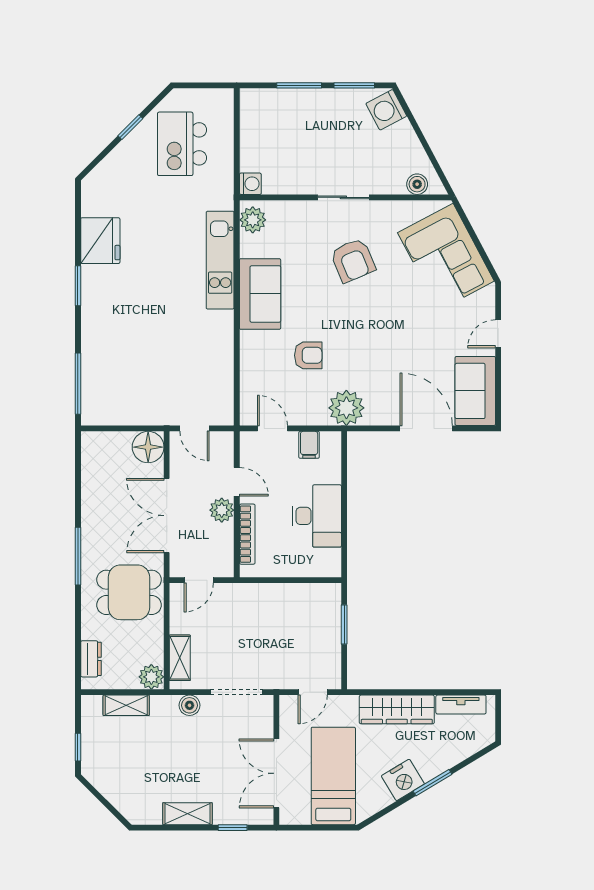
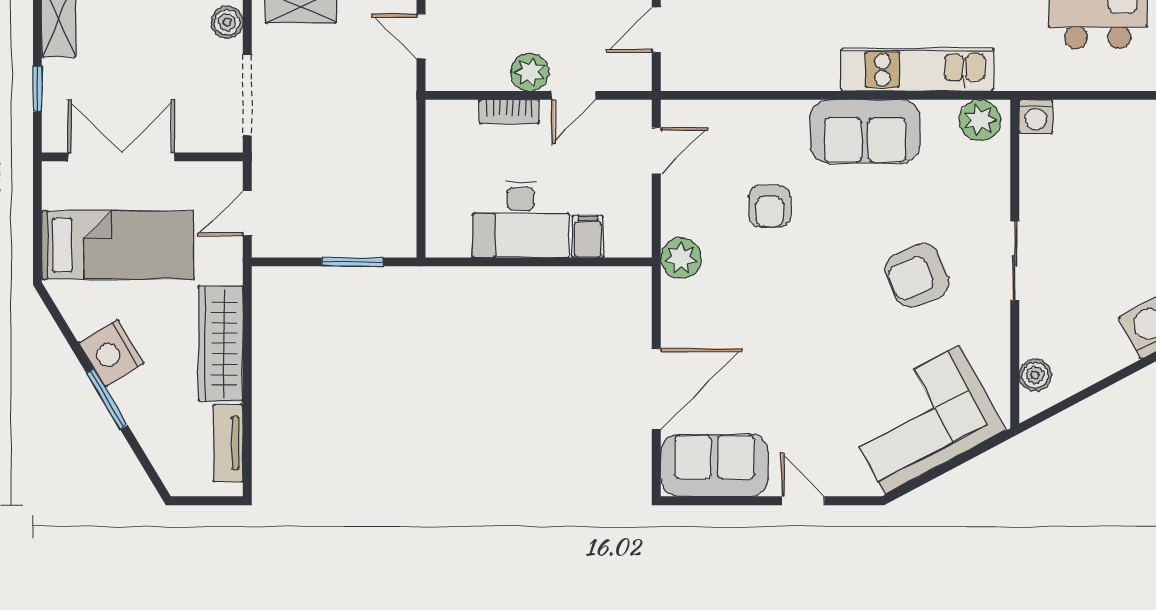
plant: (346, 408) -> (681, 258), width x0.73, depth x0.73
filing cabinet: (309, 445) -> (588, 237), moved, turned 90
bookcase: (247, 534) -> (509, 112), width x0.64
door: (313, 692) -> (247, 213), hinge flipped

